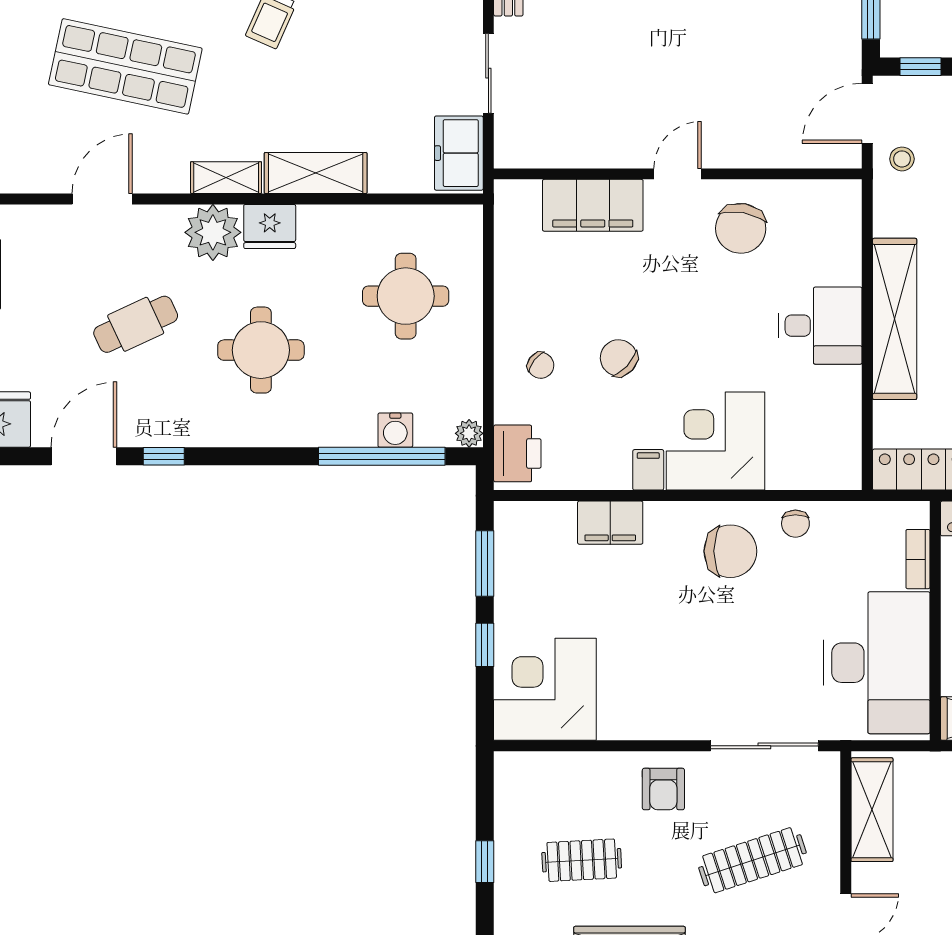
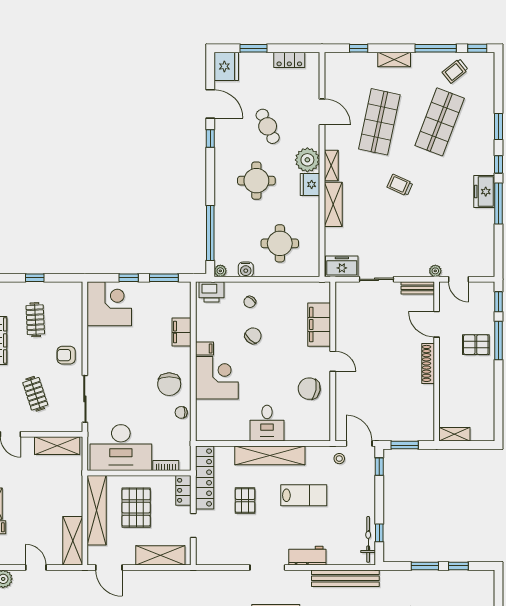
water cooler: (395, 430) -> (246, 269), moved, turned -90
clothes rail: (753, 860) -> (35, 394), width x0.73

